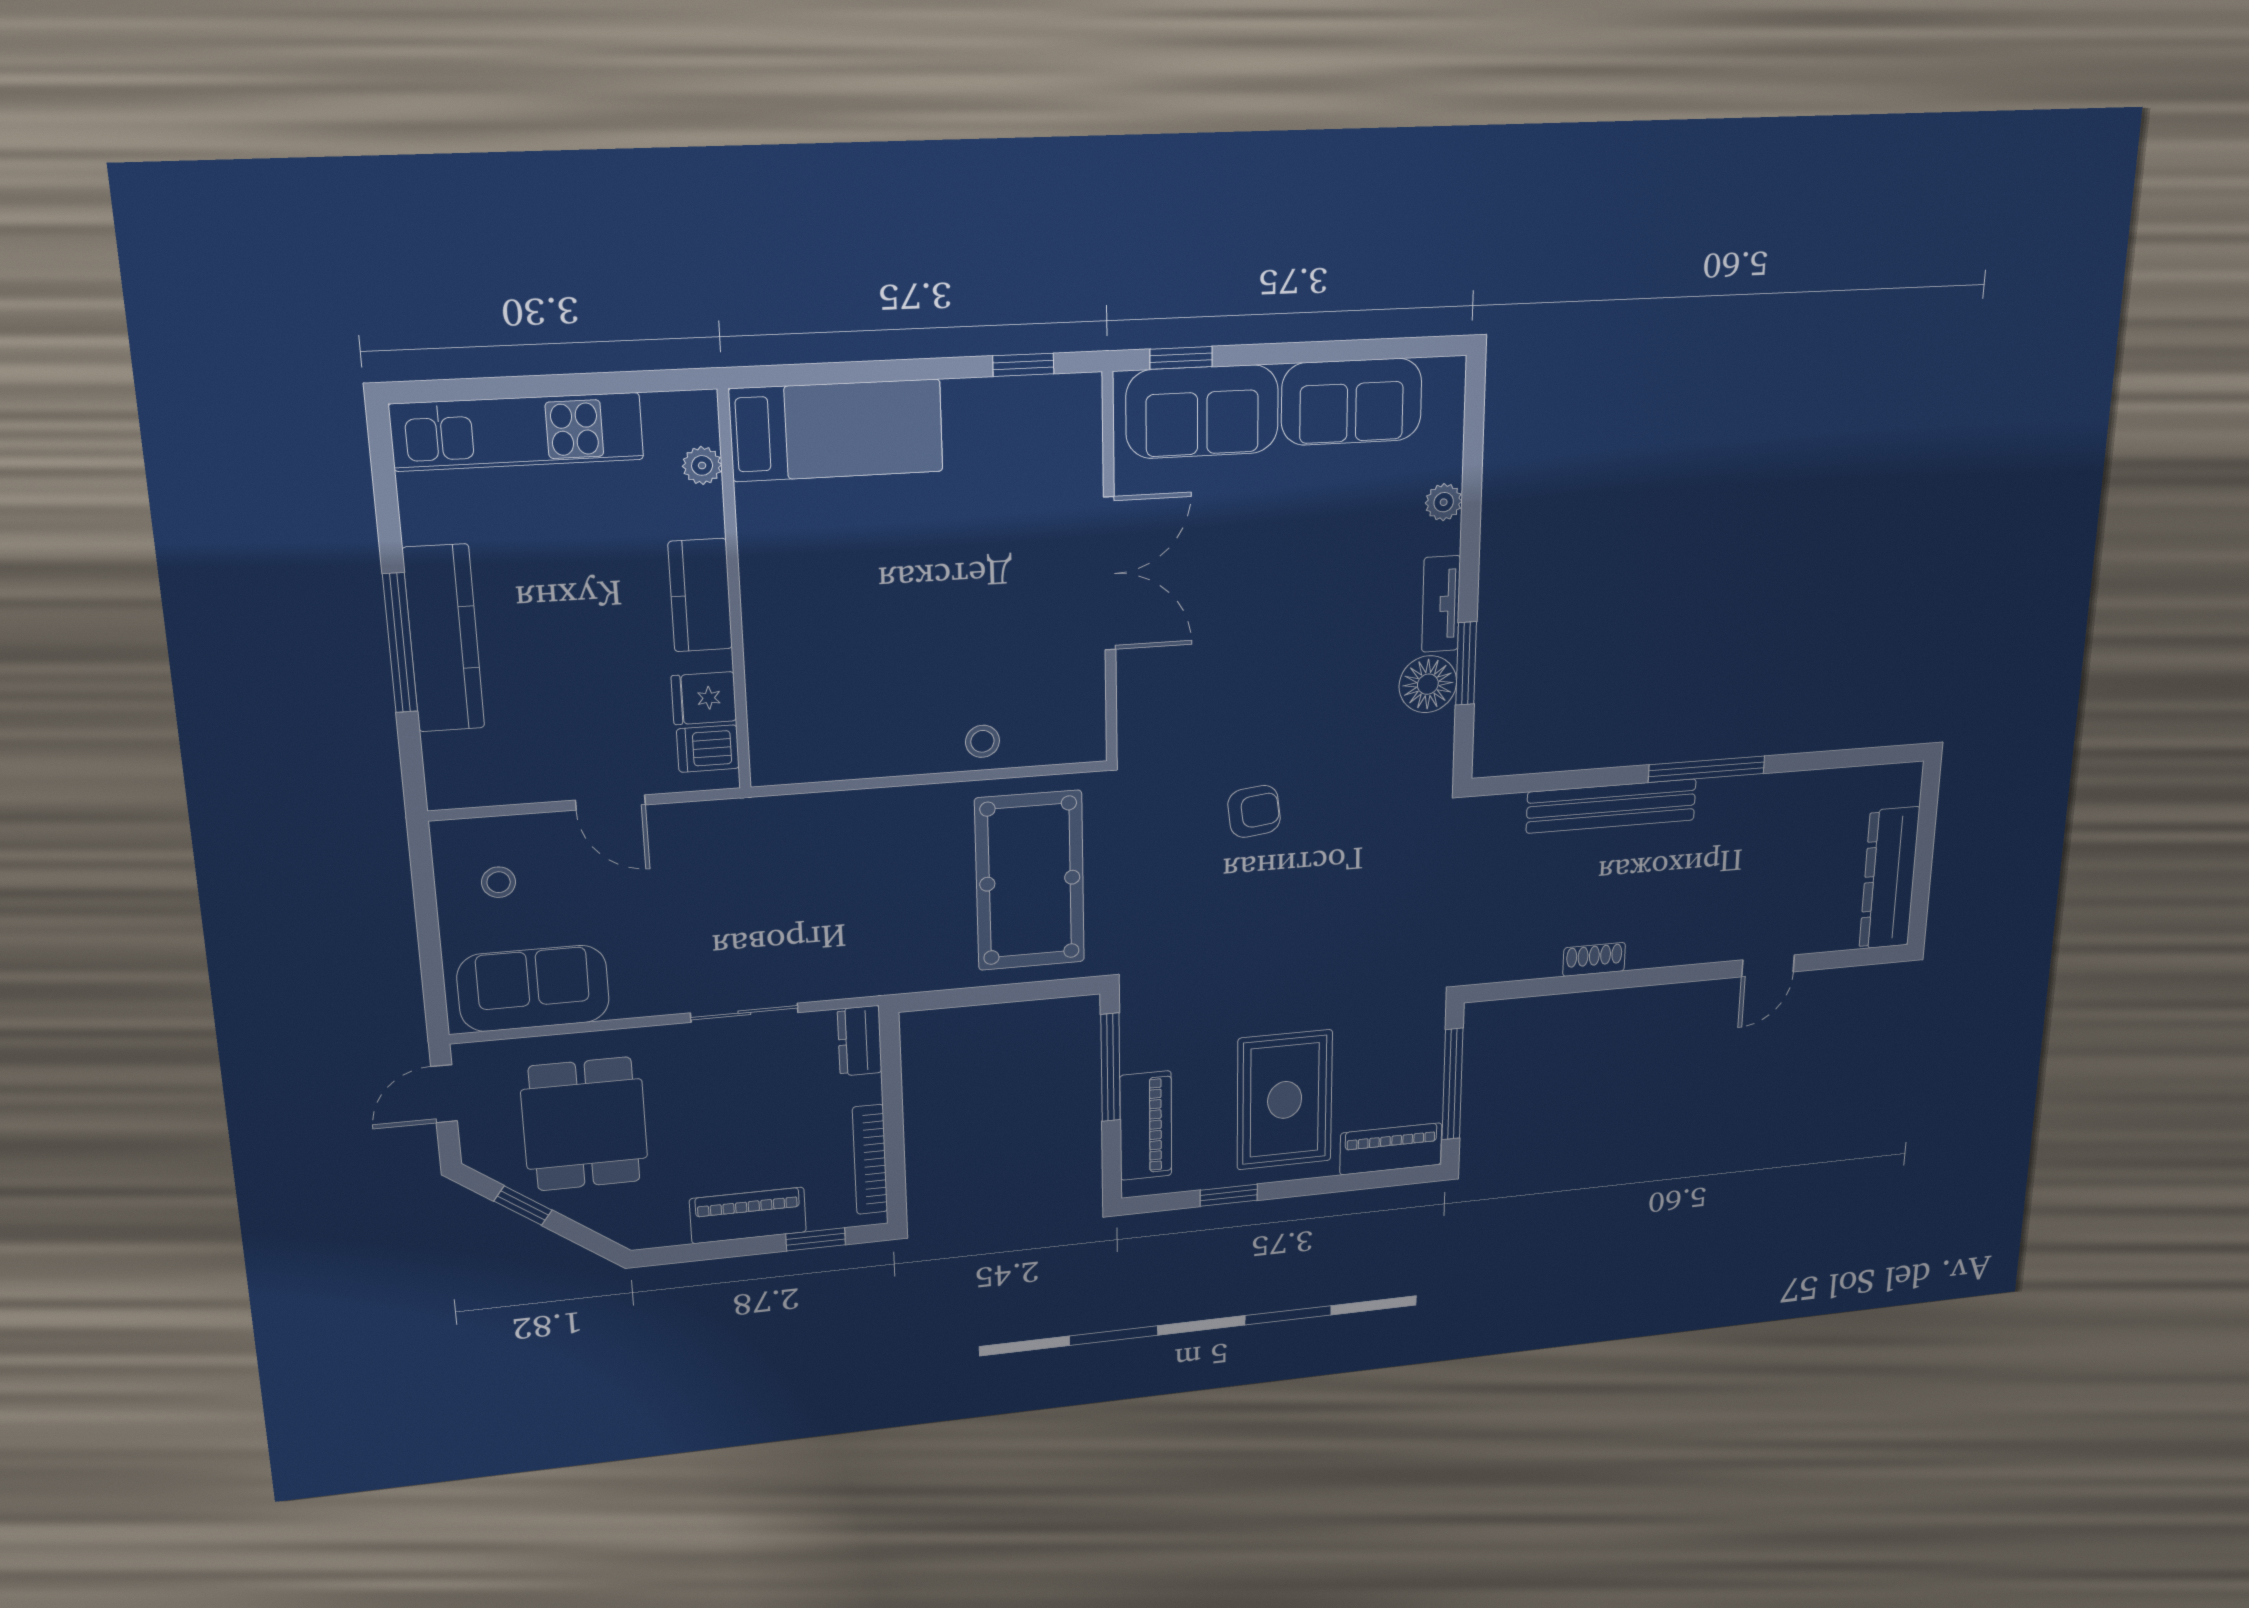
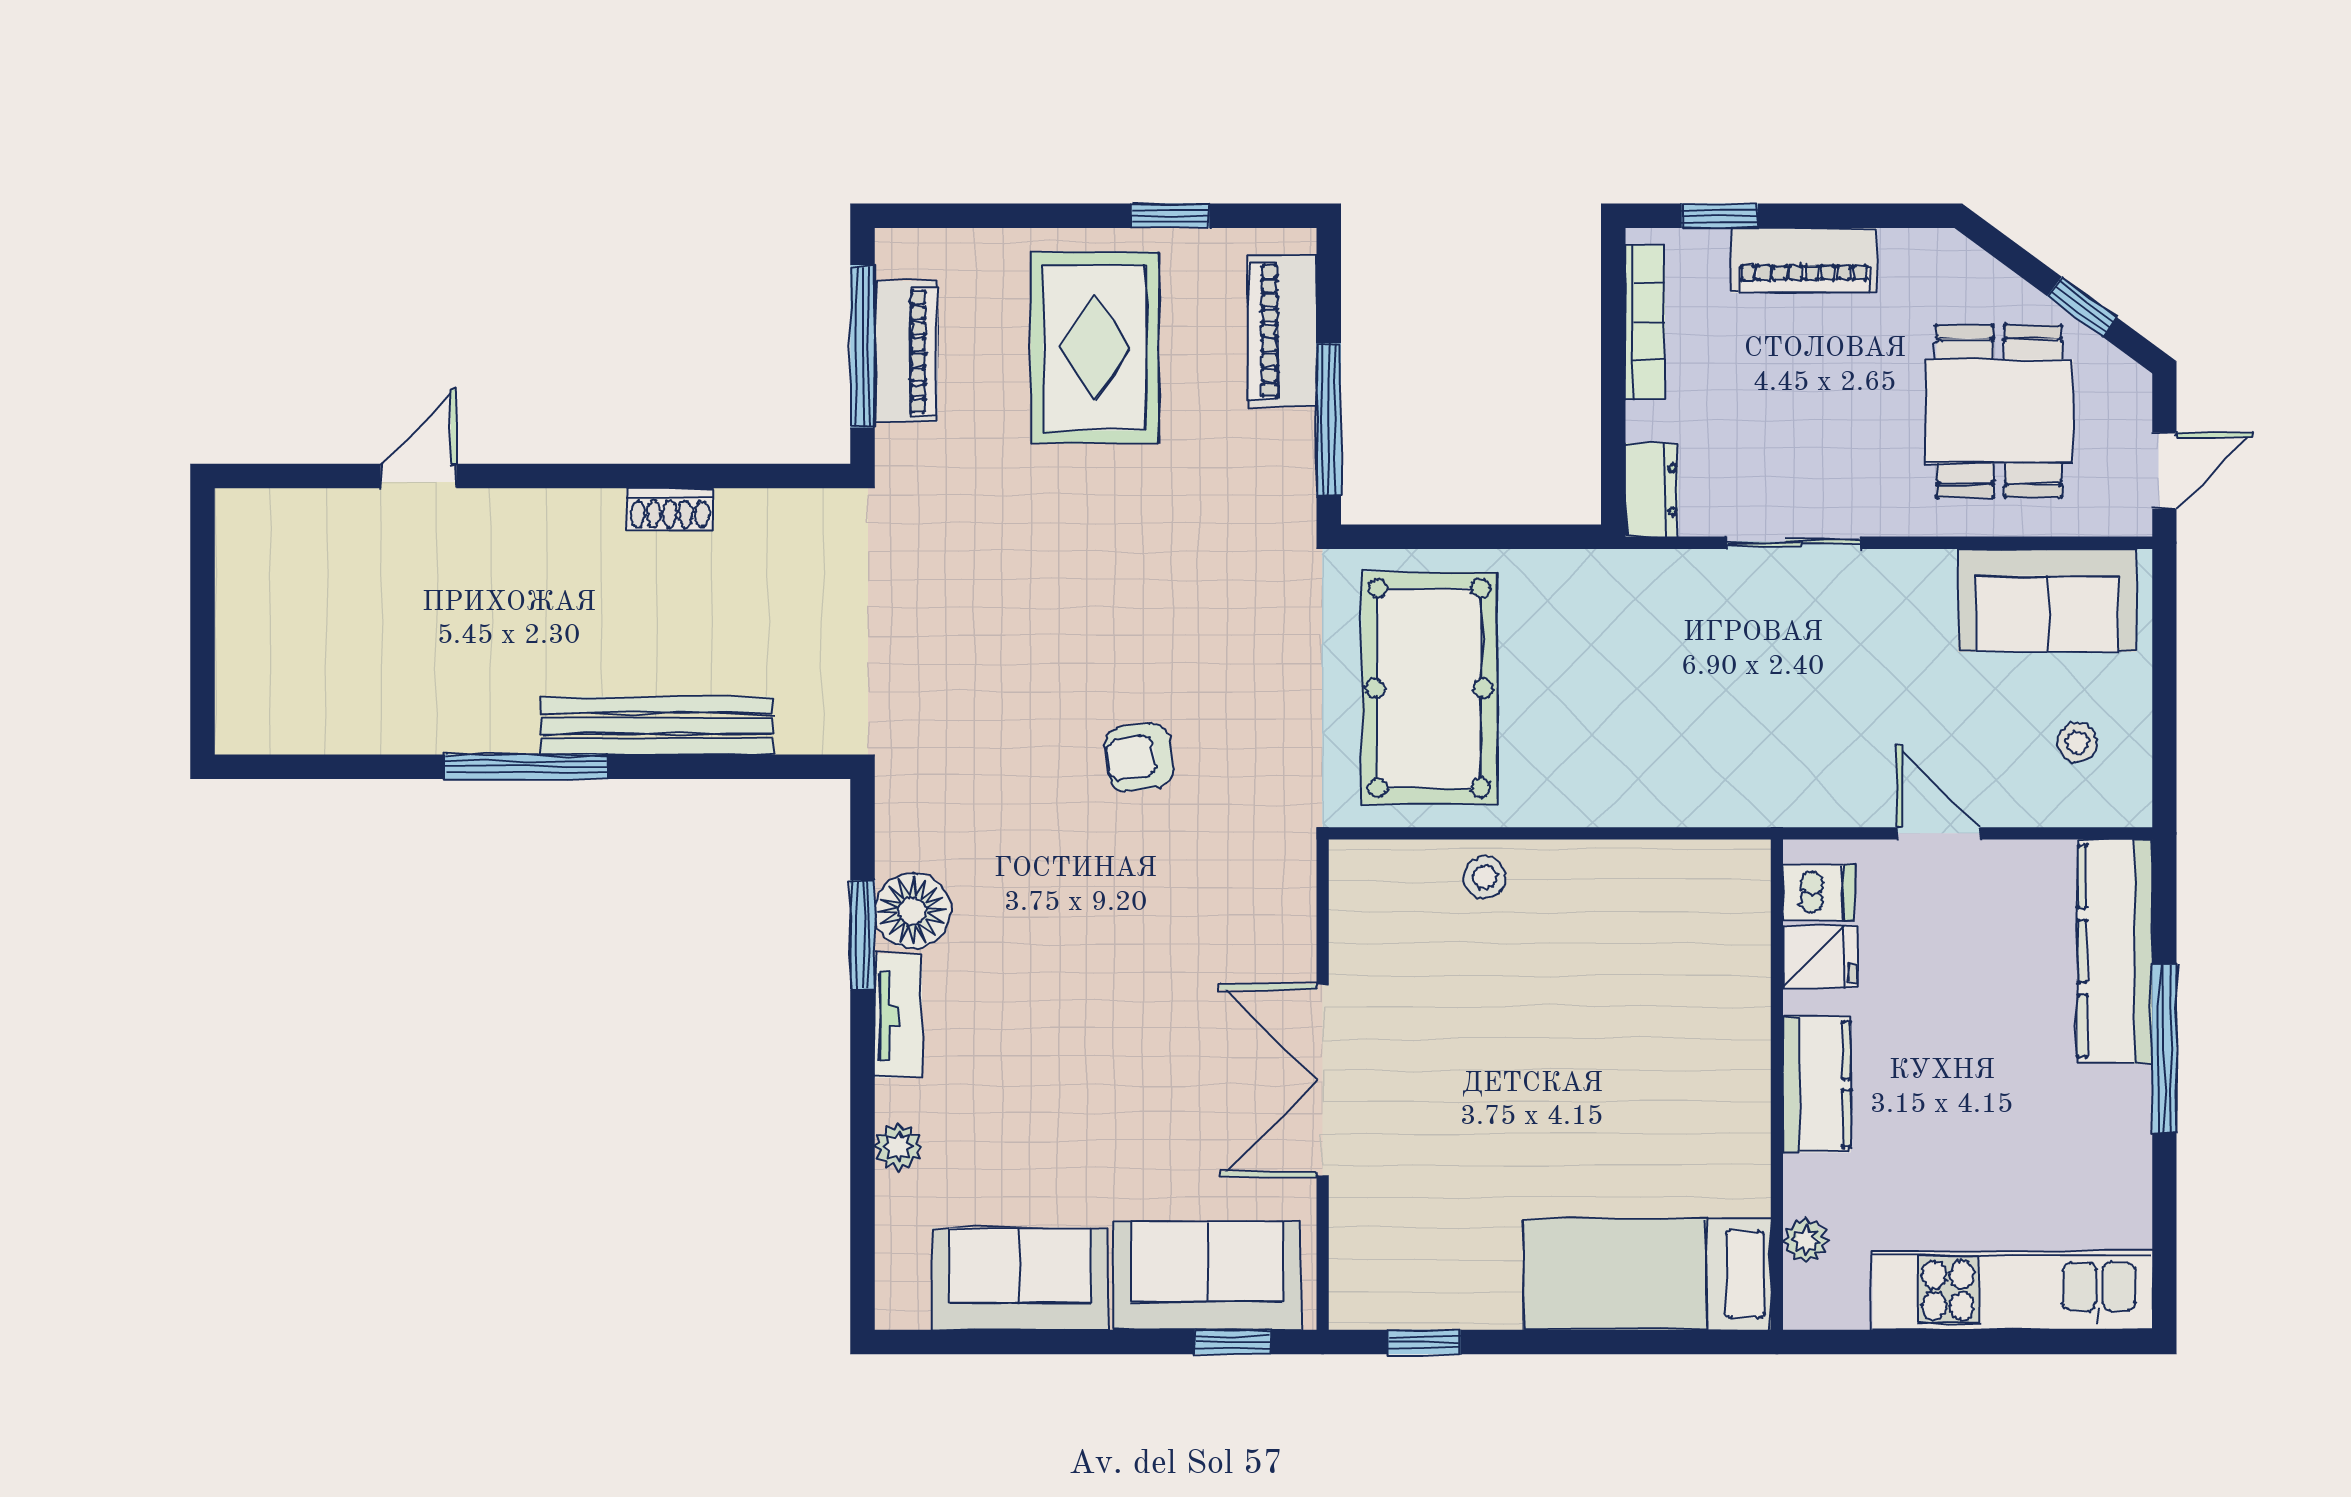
kitchen counter: (444, 638) -> (2115, 951), moved
dresser: (1889, 878) -> (251, 589), removed
piano: (1391, 1149) -> (906, 352), moved, turned -90

